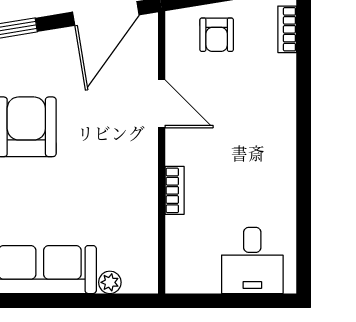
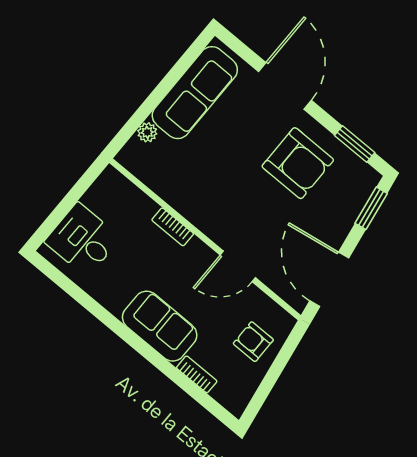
bookcase: (287, 29) -> (197, 374), moved
sofa: (272, 129) -> (160, 326), added

